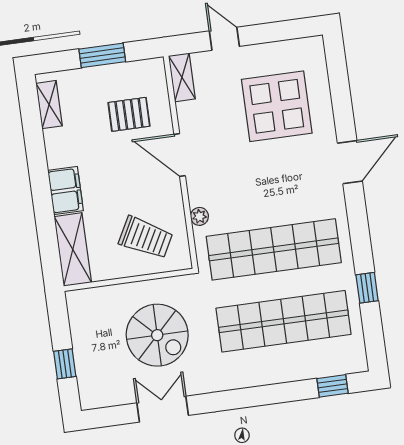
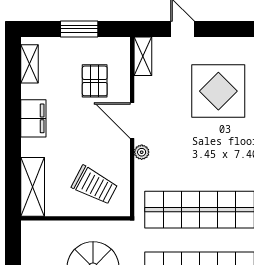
pallet: (129, 114) -> (95, 81), turned 90
filing cabinet: (66, 191) -> (33, 118), moved
plant: (199, 216) -> (142, 152), moved

